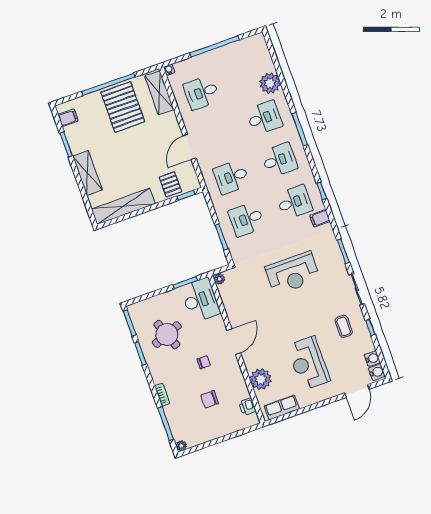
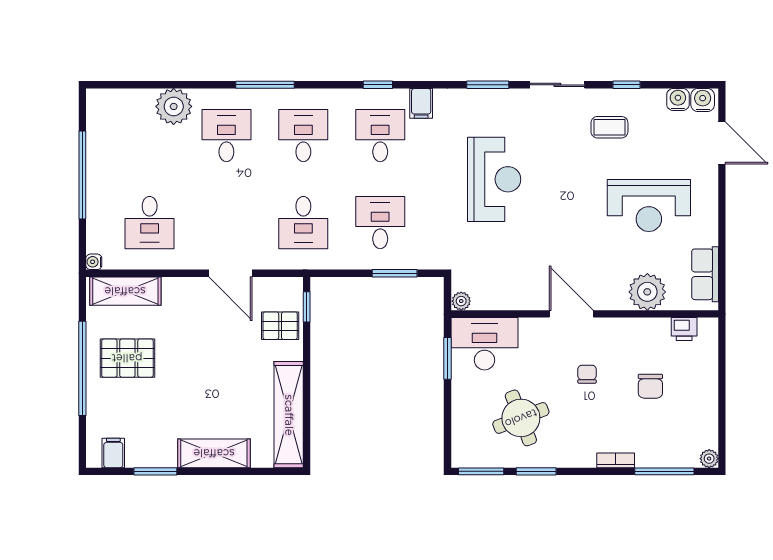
pallet: (123, 107) -> (127, 358), width x0.73, depth x0.71
desk: (247, 219) -> (380, 223), turned 180

